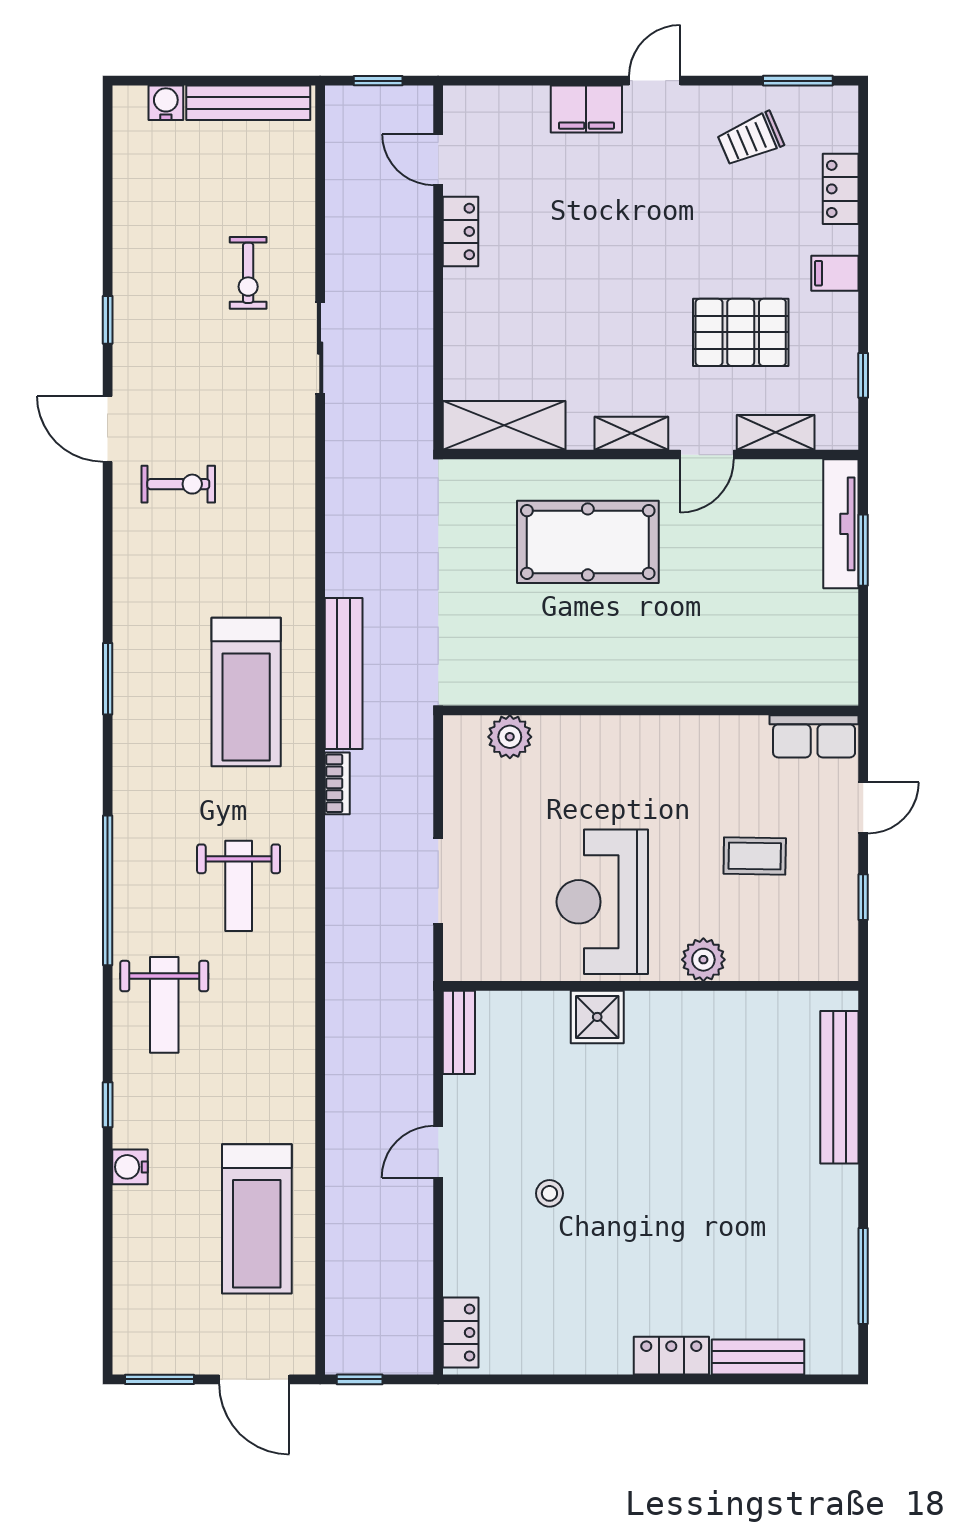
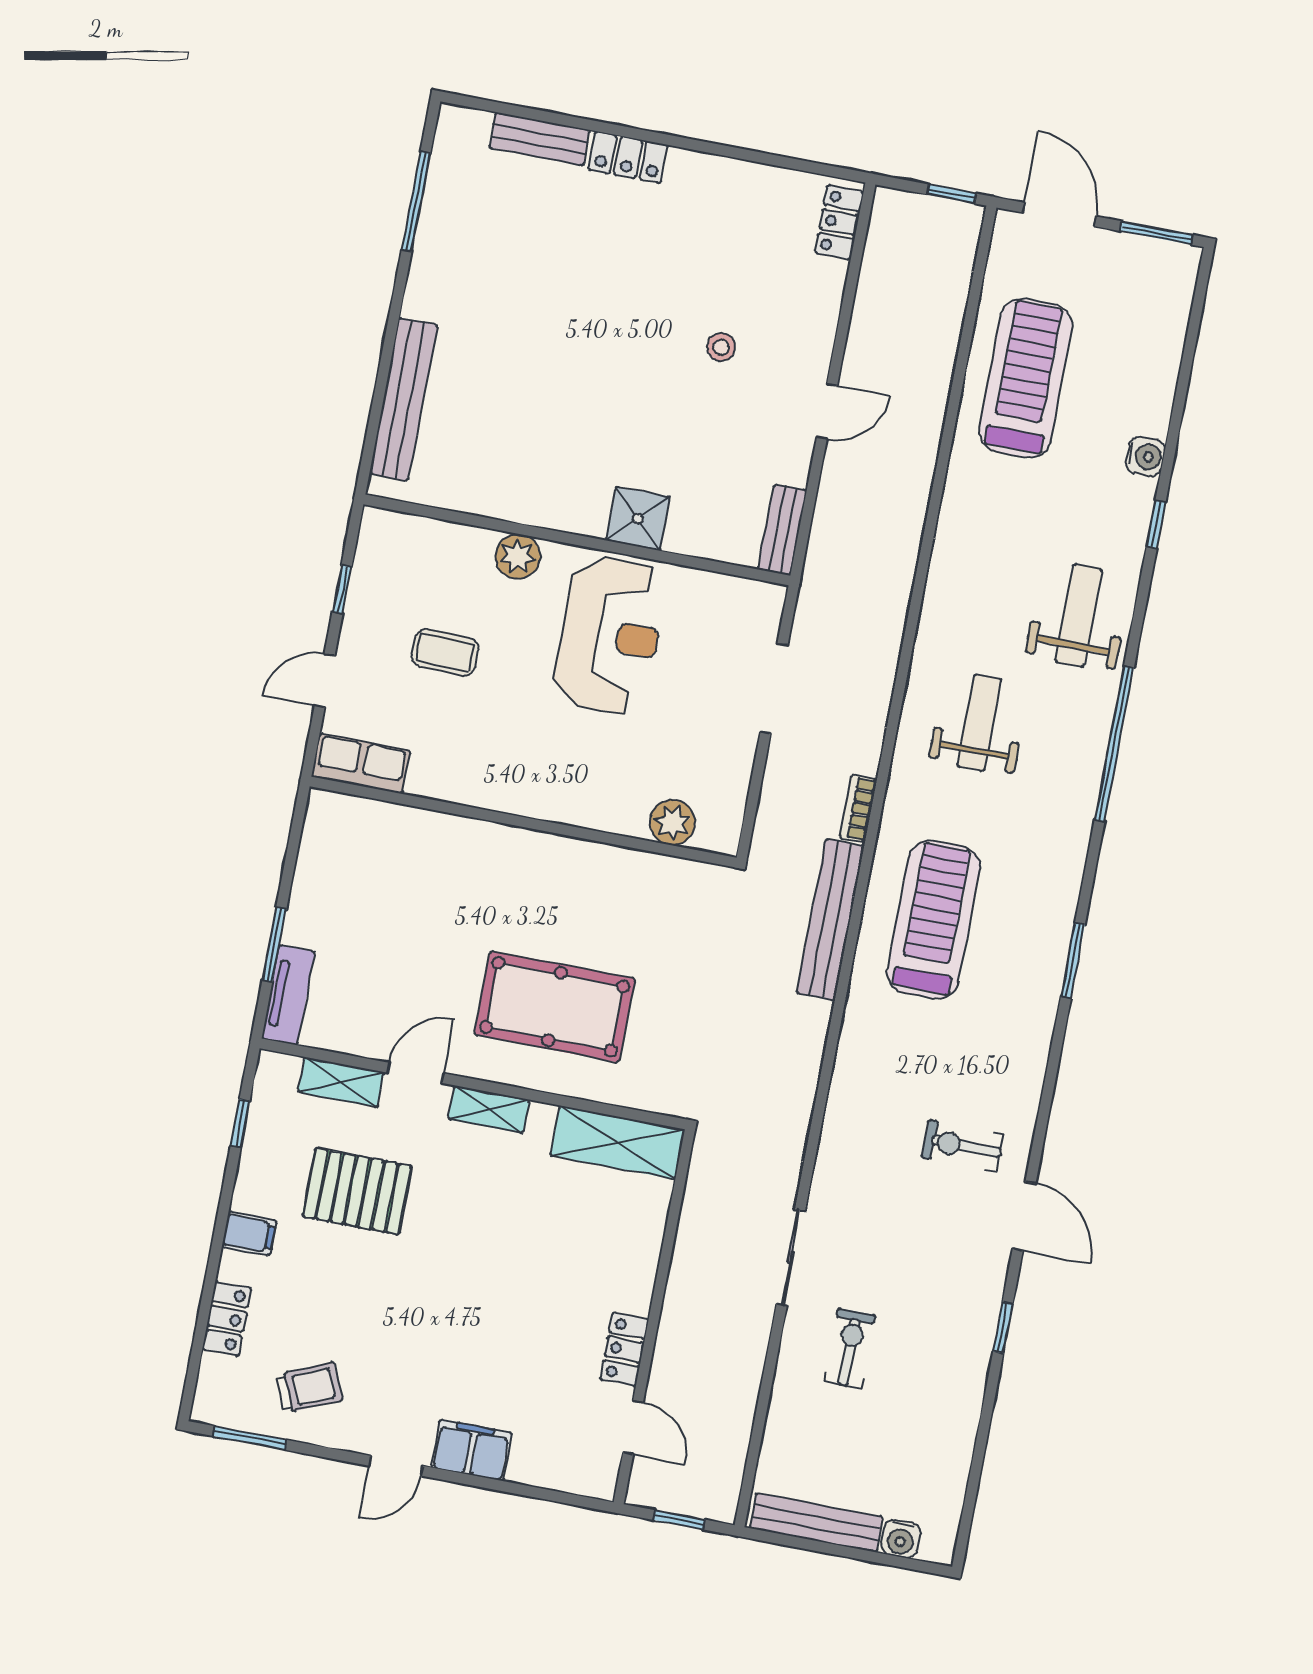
tv unit: (841, 524) -> (288, 995), width x0.71

